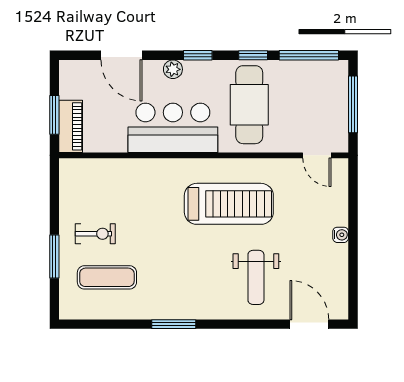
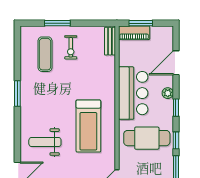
bench: (85, 167) -> (110, 41), added

